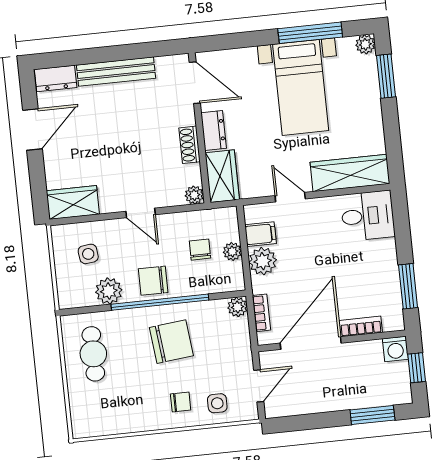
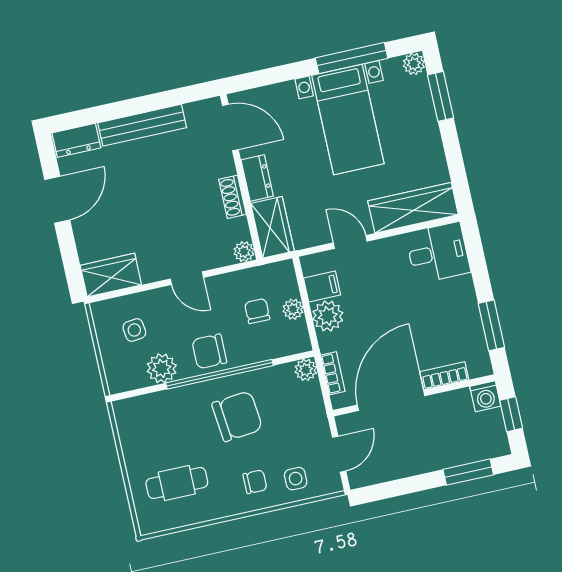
cafe table: (93, 354) -> (177, 483), moved, turned 90

